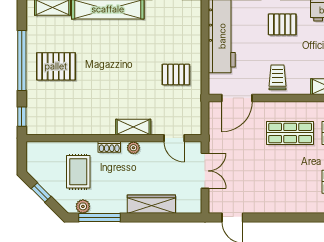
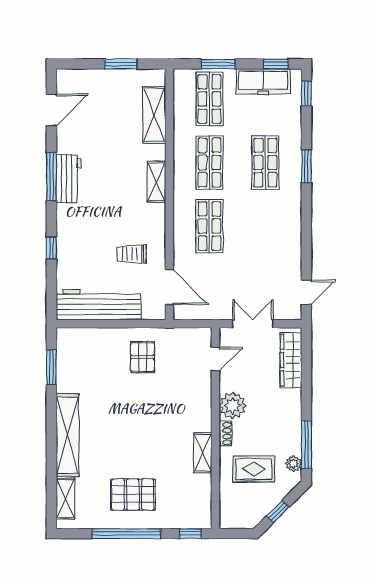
pallet: (282, 24) -> (85, 235), removed
pallet: (56, 66) -> (133, 495), turned 90
trolley: (277, 77) -> (132, 254), moved
shelving: (133, 127) -> (203, 453), moved
plant: (133, 148) -> (233, 406), width x1.88, depth x1.88
wardrobe: (151, 204) -> (291, 360), moved

